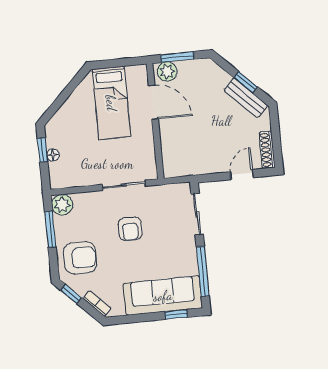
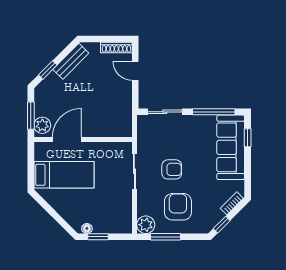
window: (246, 82) -> (48, 70), moved
floor lamp: (53, 155) -> (87, 228), moved
armchair: (80, 258) -> (178, 207), moved

